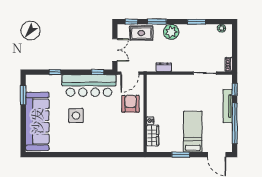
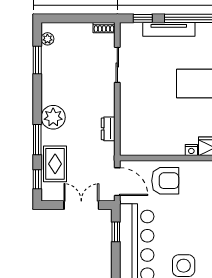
window: (196, 22) -> (37, 60), moved
armchair: (130, 104) -> (165, 181), turned 180

